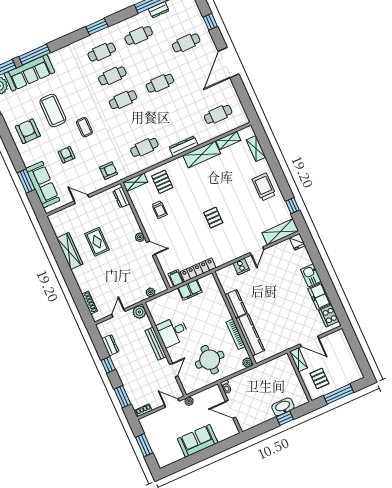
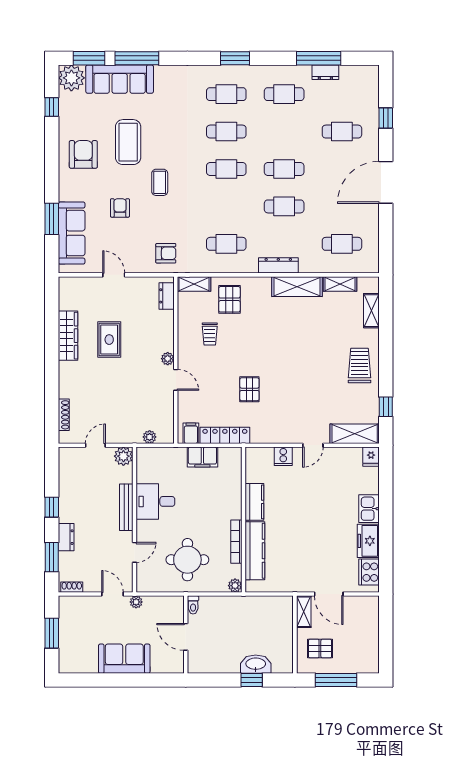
cafe table: (171, 107) -> (284, 206), added
pallet: (213, 218) -> (249, 389), moved
dresser: (110, 345) -> (66, 537), moved
pallet: (319, 378) -> (320, 649), turned 90

